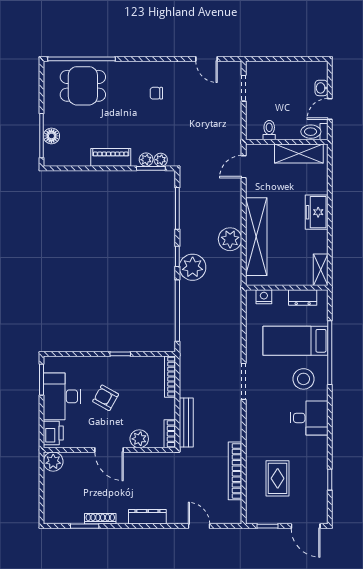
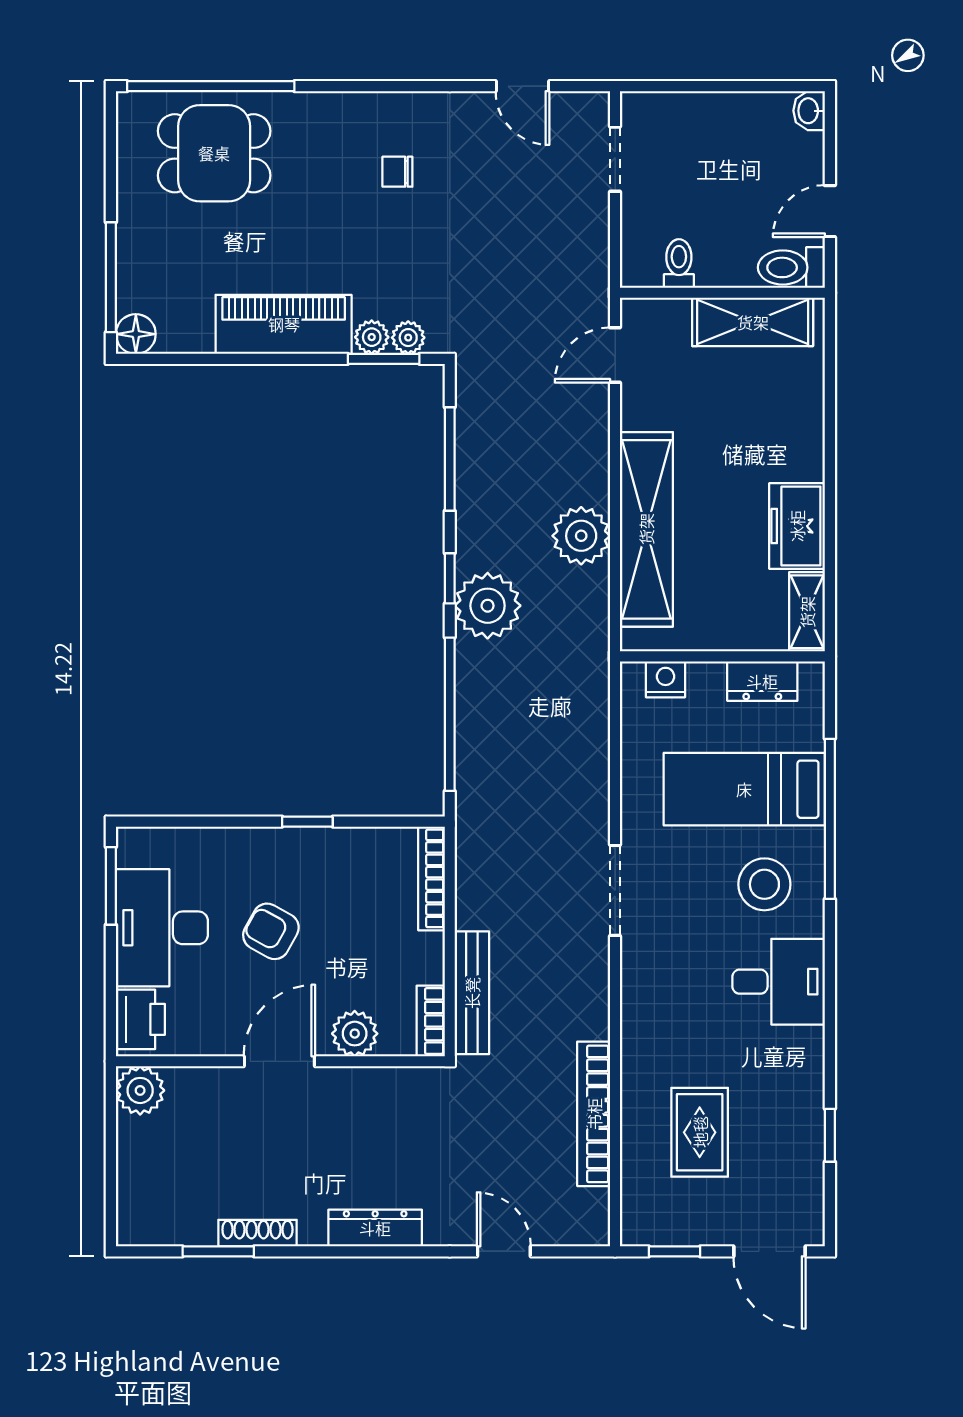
washbasin: (321, 88) -> (809, 111), moved
floor lamp: (51, 136) -> (136, 334), moved
piano: (111, 157) -> (284, 324), width x1.37, depth x1.33
freezer: (317, 212) -> (797, 526), moved
door: (109, 450) -> (279, 1061), swing flipped

